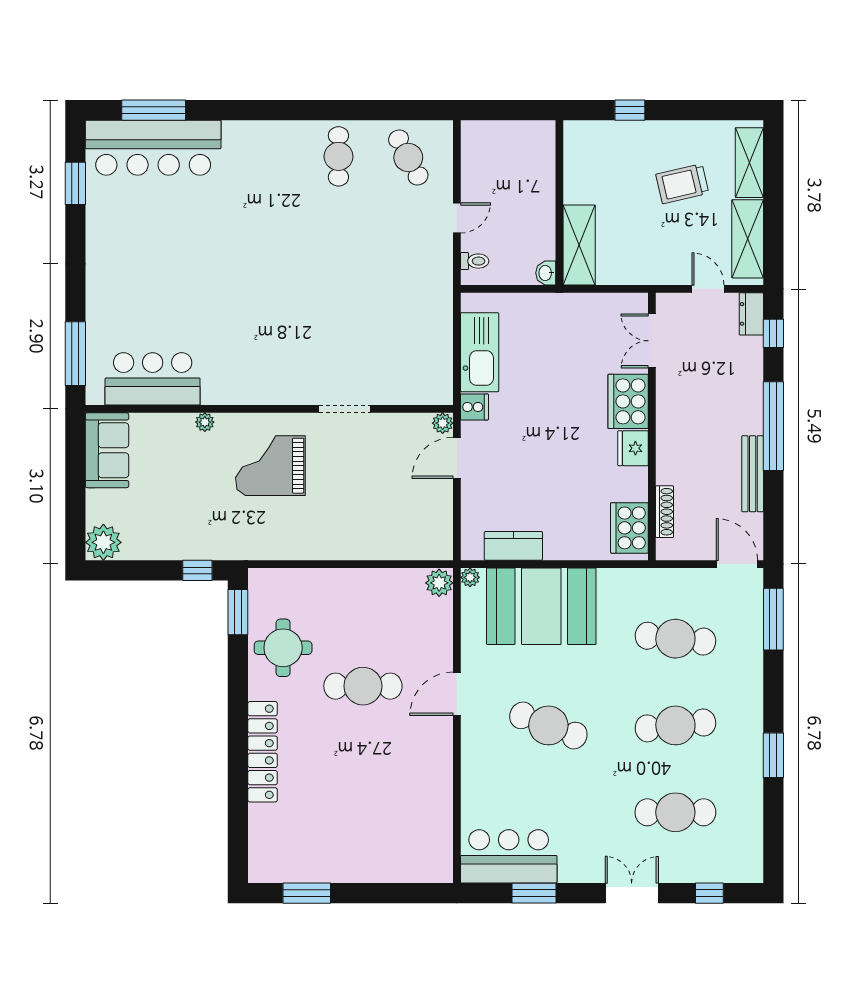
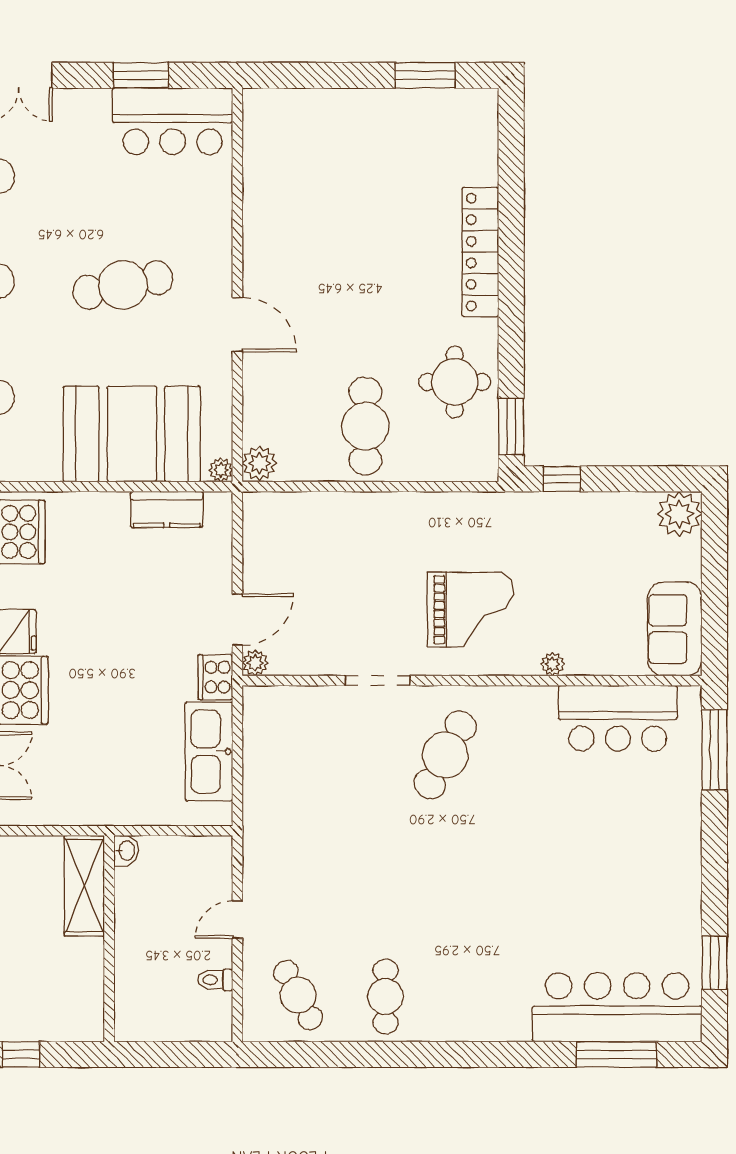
toilet: (475, 261) -> (215, 980), moved
cafe table: (291, 350) -> (445, 755), added
cooker: (474, 407) -> (215, 677), width x1.36
cafe table: (363, 686) -> (365, 426), moved, turned 90
door: (457, 694) -> (237, 324), hinge flipped
cafe table: (548, 725) -> (123, 285), turned -33

